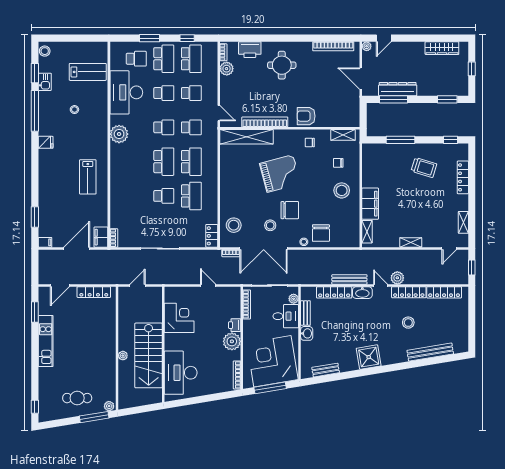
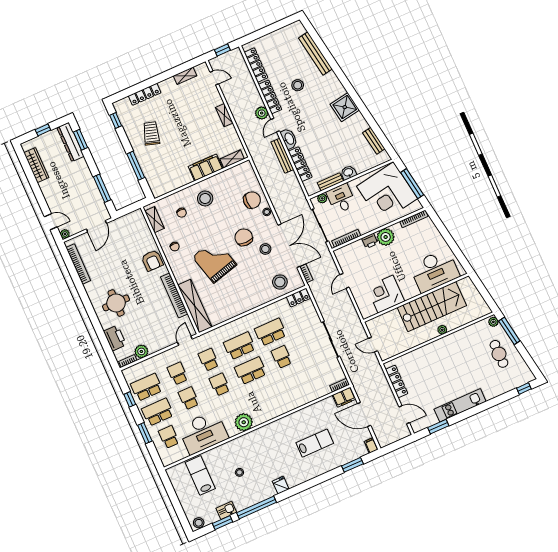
dresser: (398, 89) -> (70, 142), moved
lab bench: (88, 177) -> (315, 443), moved

